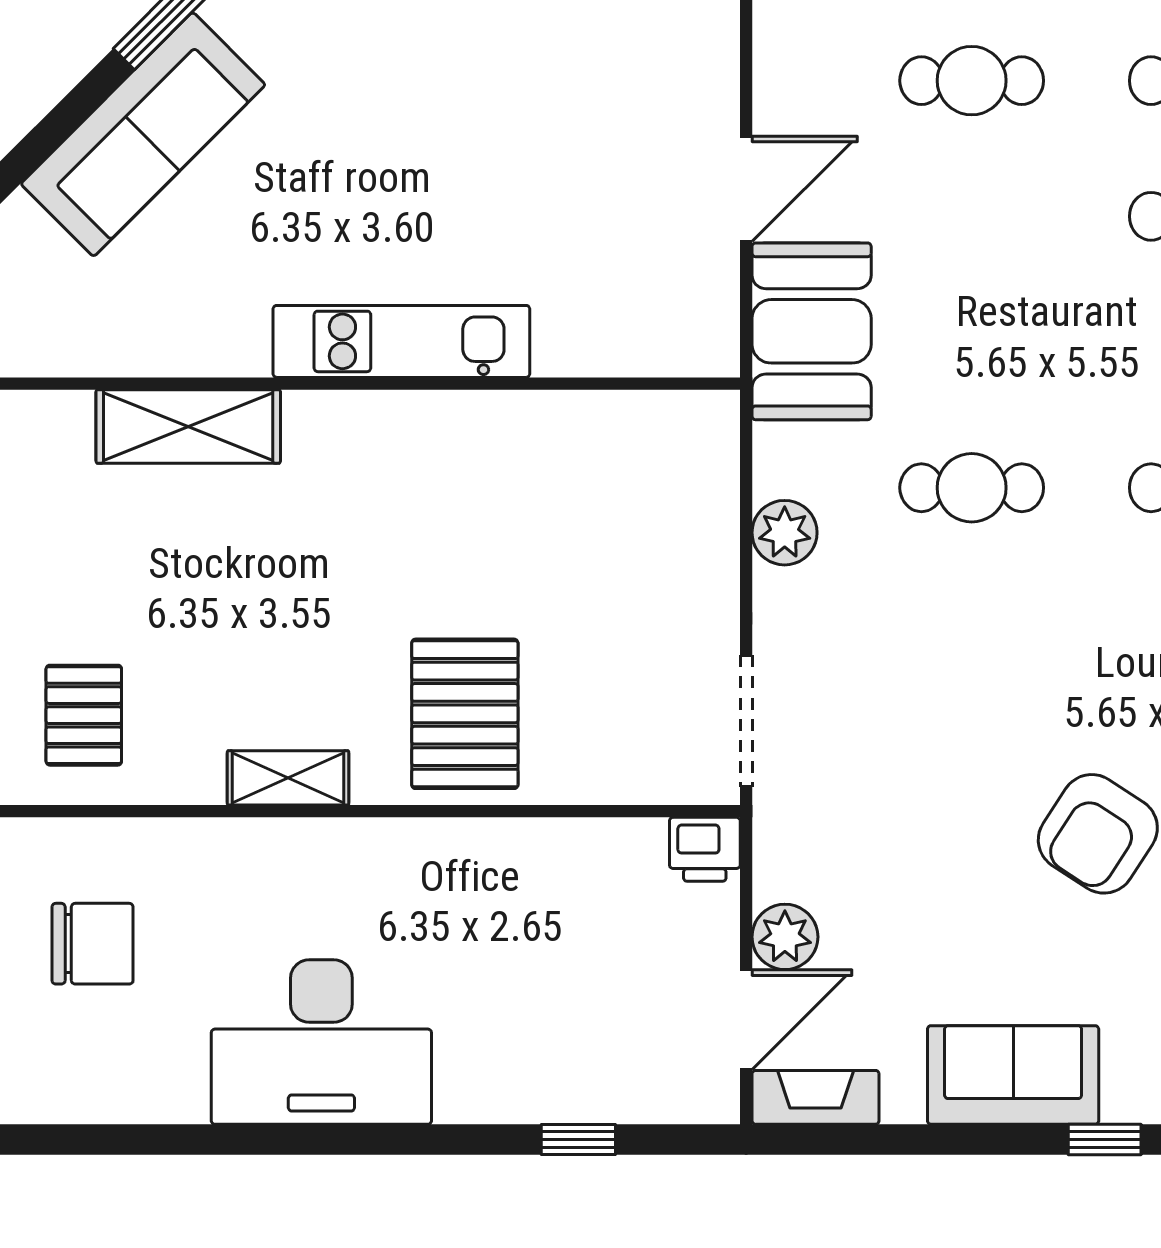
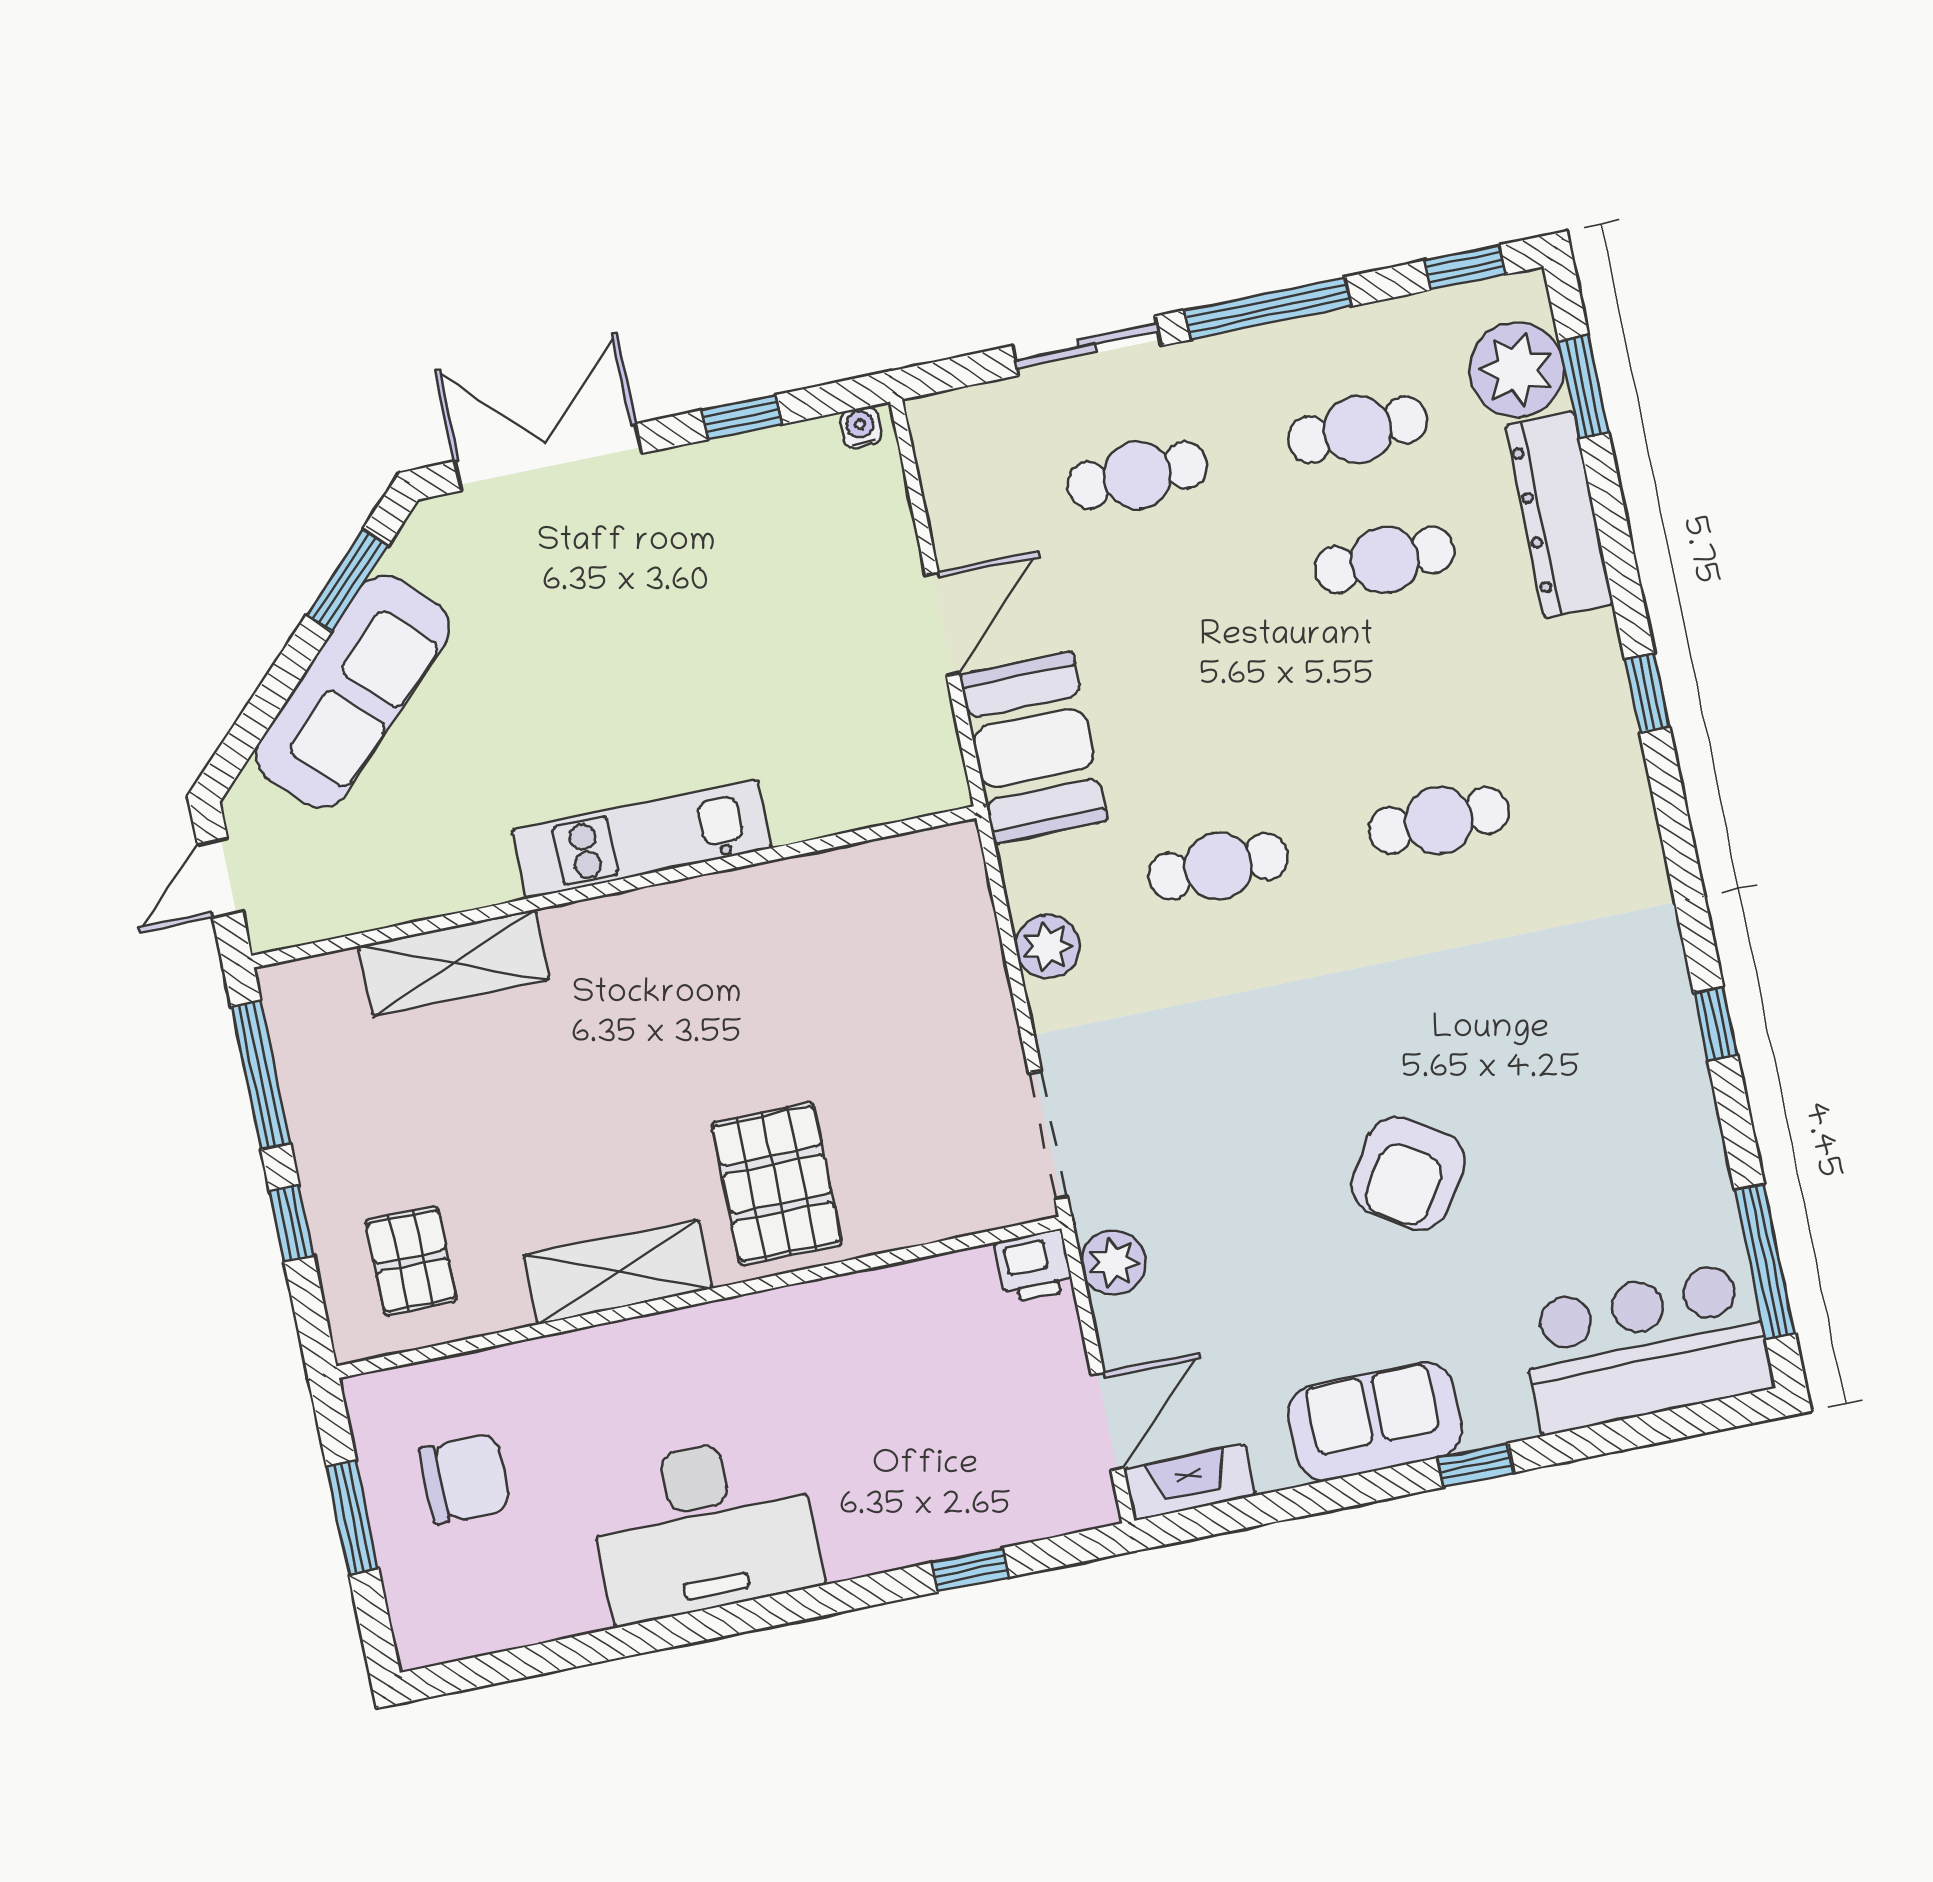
shelving: (288, 778) -> (618, 1272), width x1.50, depth x1.33
plant: (785, 937) -> (1113, 1263), moved

